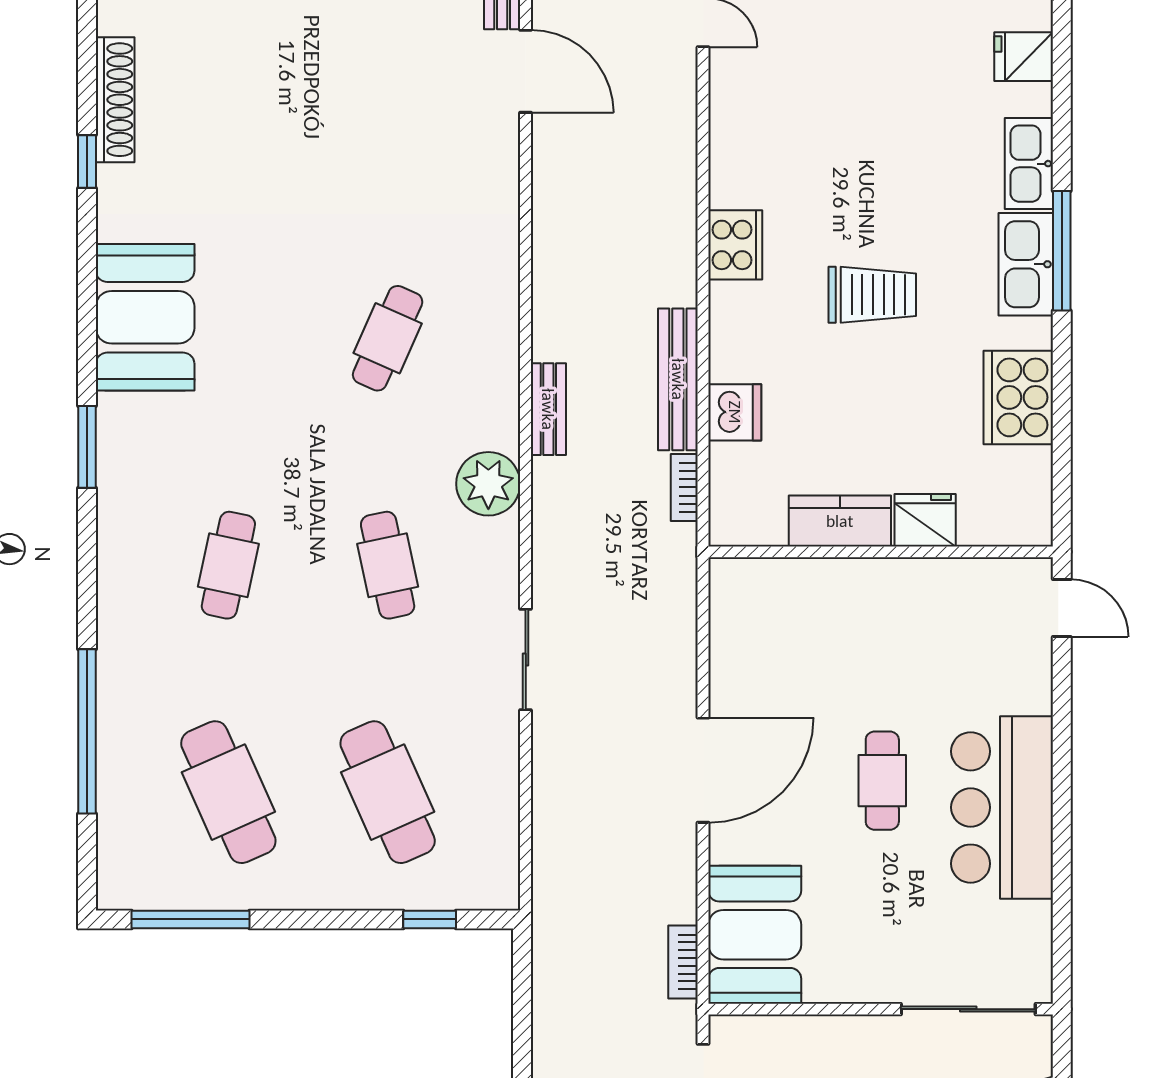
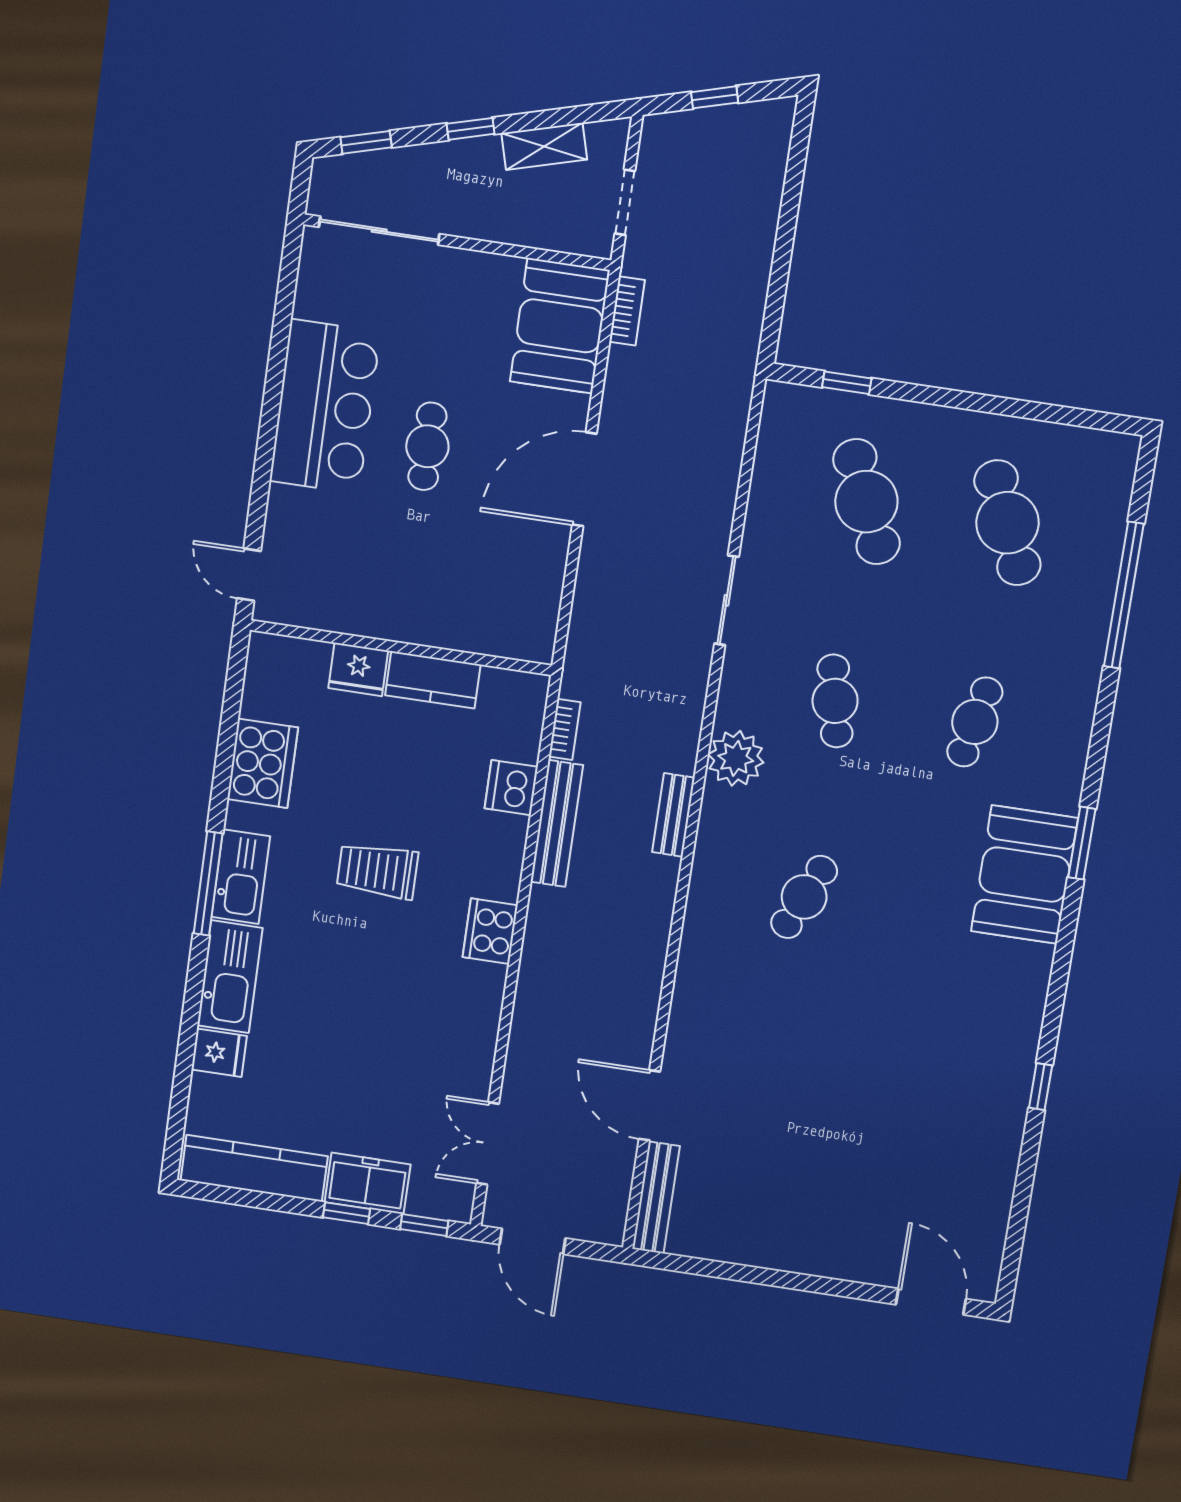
shoe rack: (115, 100) -> (1007, 1135), removed
kitchen sink: (1029, 164) -> (230, 977), width x1.36, depth x1.24
booth: (145, 317) -> (1024, 875), moved
window: (190, 919) -> (1060, 415), removed

